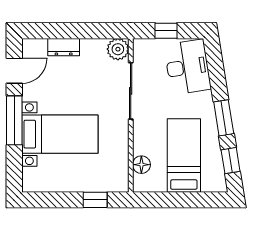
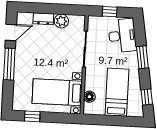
plant: (118, 49) -> (61, 21), moved
window: (224, 118) -> (142, 57), moved
bed with nightstands: (60, 134) -> (57, 92), moved, turned 180
window: (95, 200) -> (32, 116), moved

